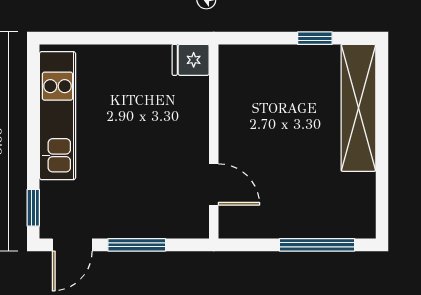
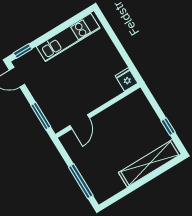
window: (137, 245) -> (41, 116), moved

